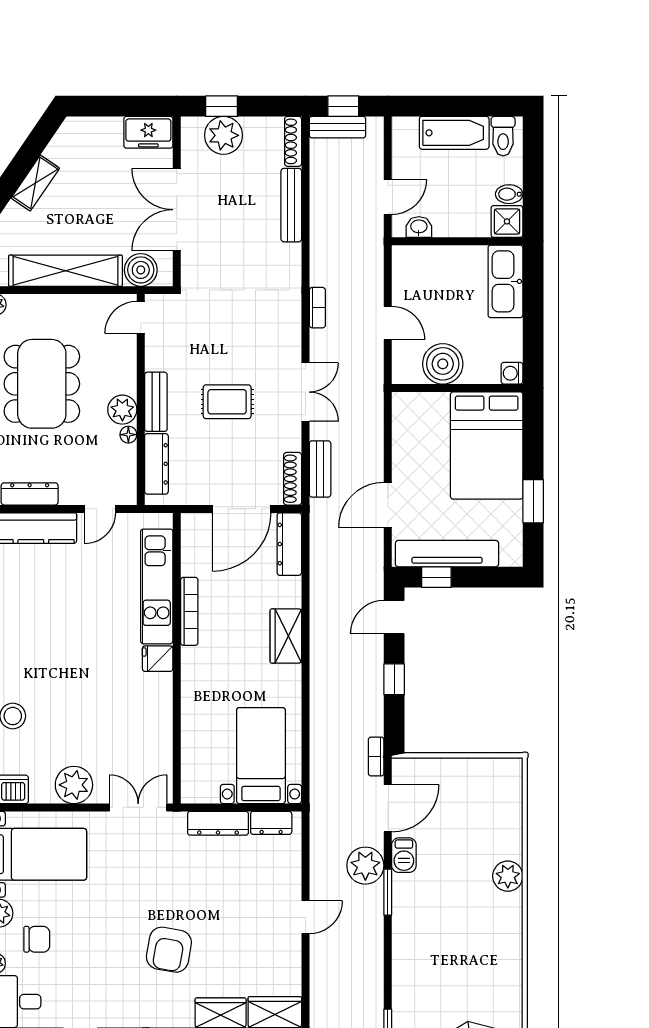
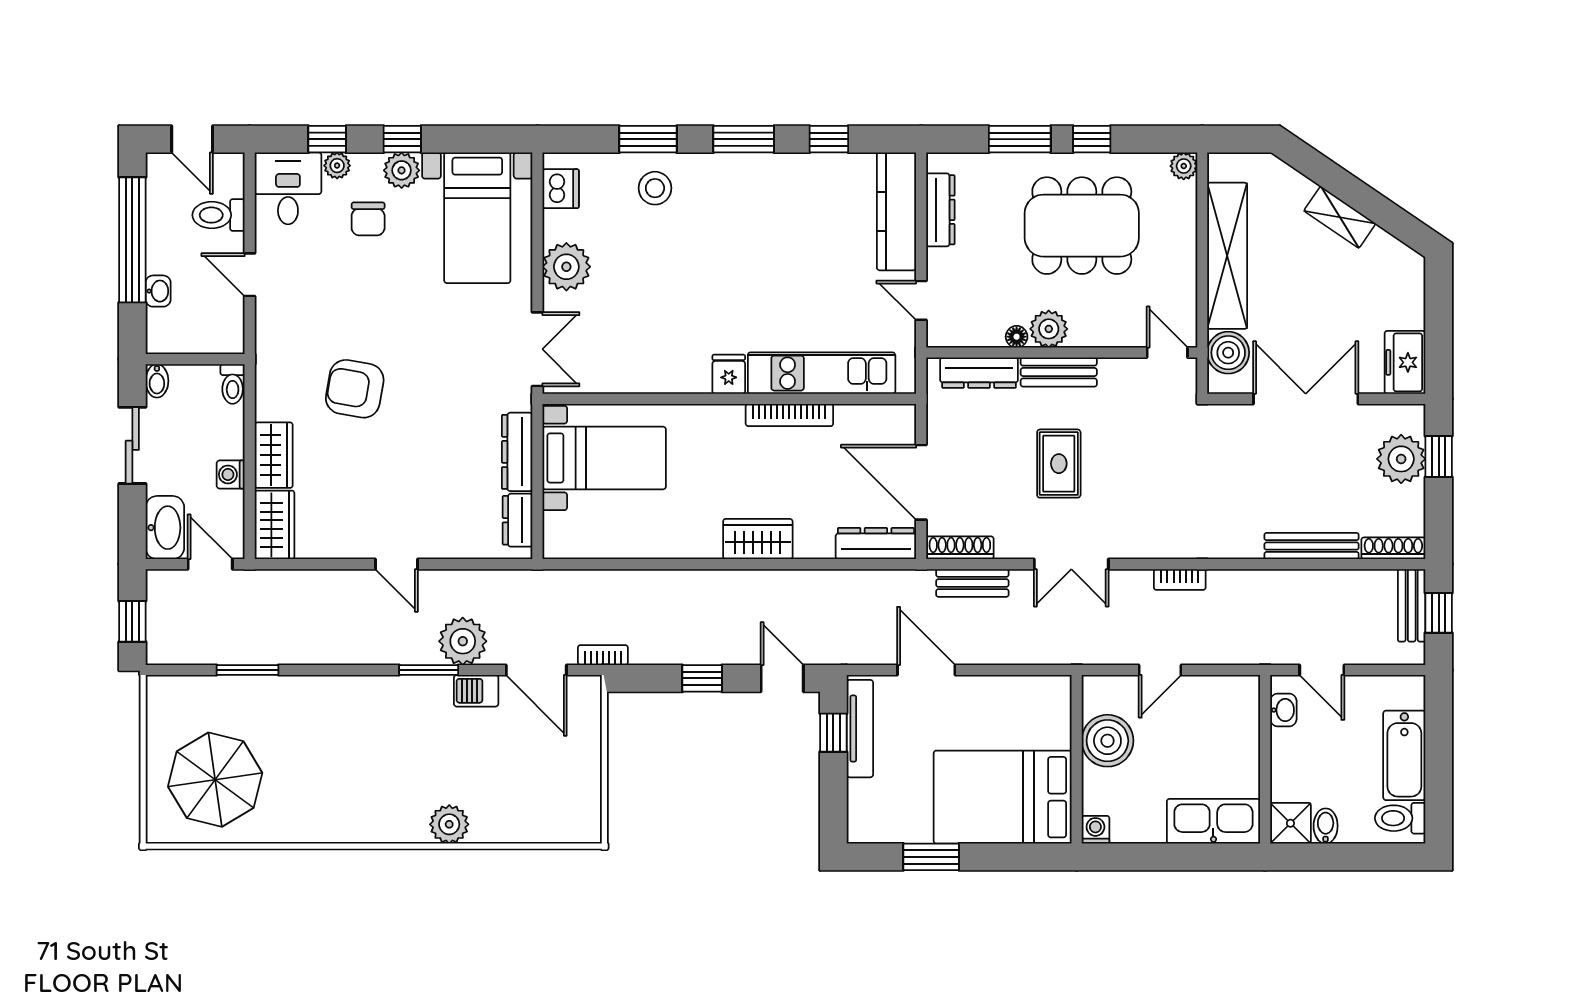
tv unit: (447, 554) -> (860, 729), width x0.73, depth x0.78
bed with nightstands: (261, 756) -> (604, 458), moved

